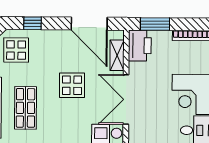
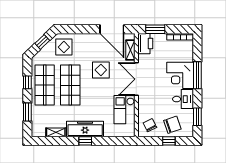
window: (32, 23) -> (75, 29), removed
shop shelf: (25, 108) -> (70, 85), width x1.43, depth x1.36

